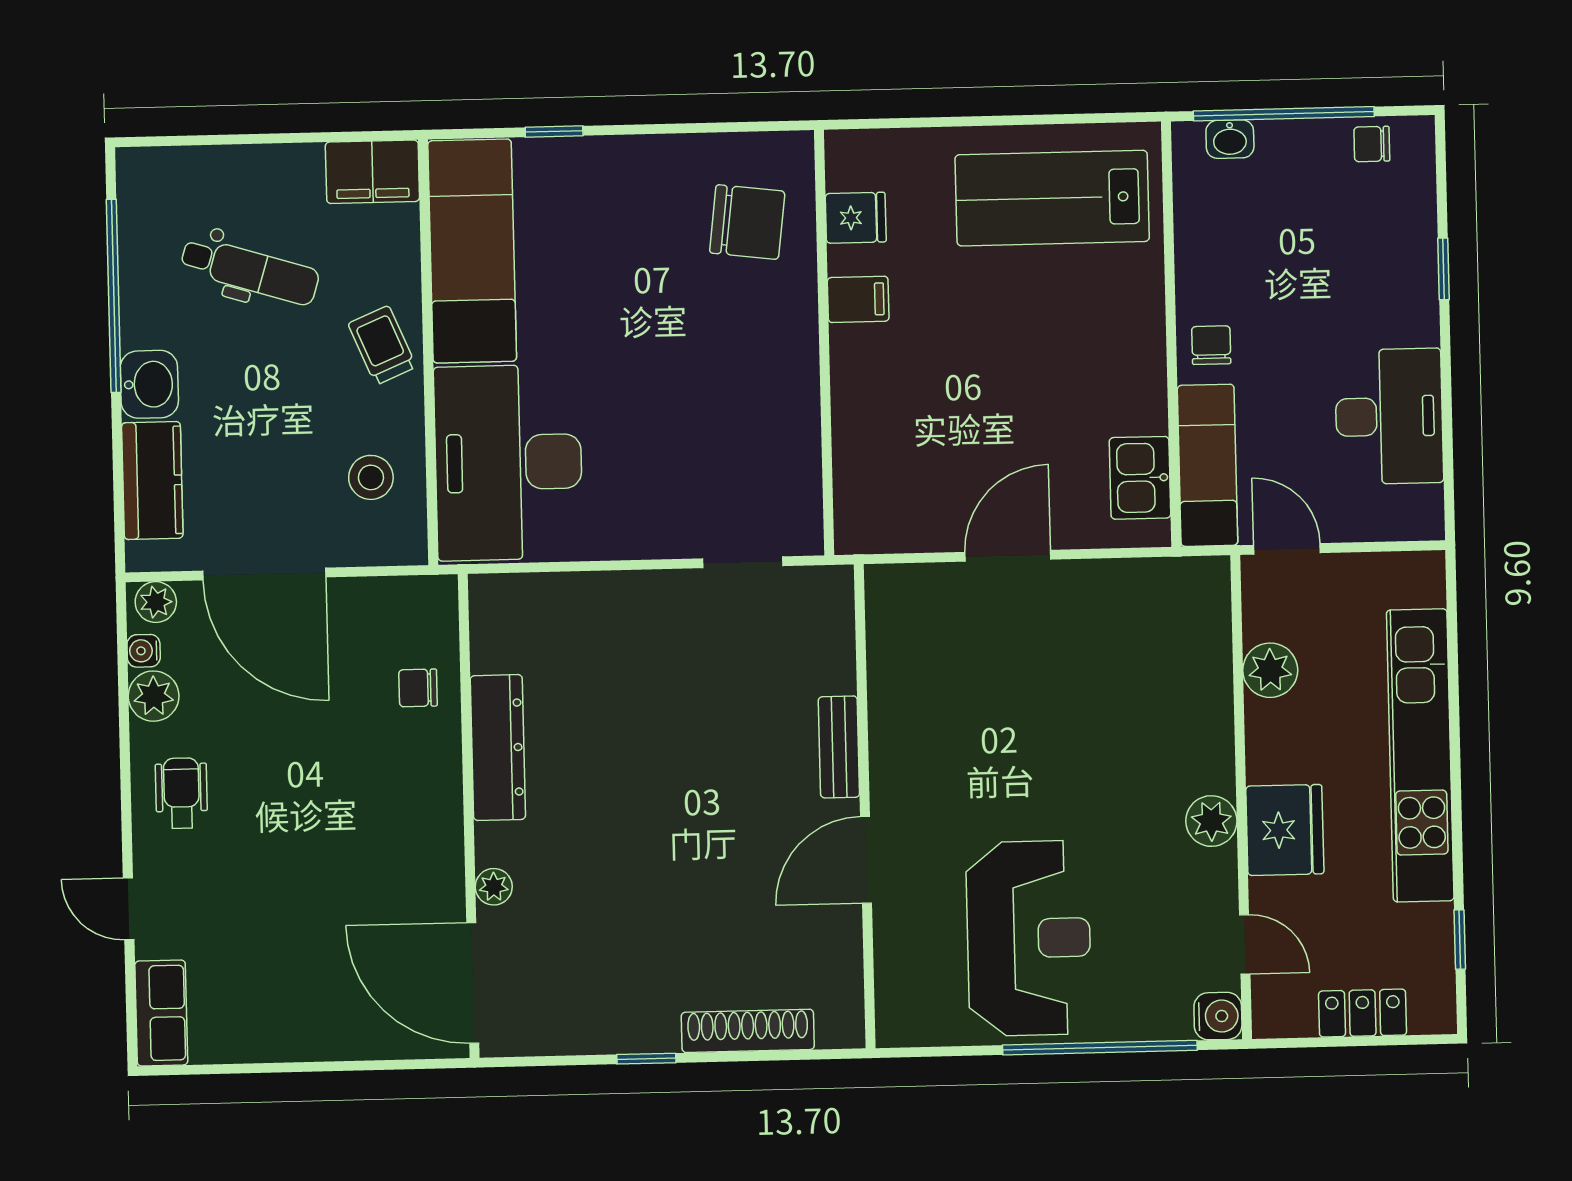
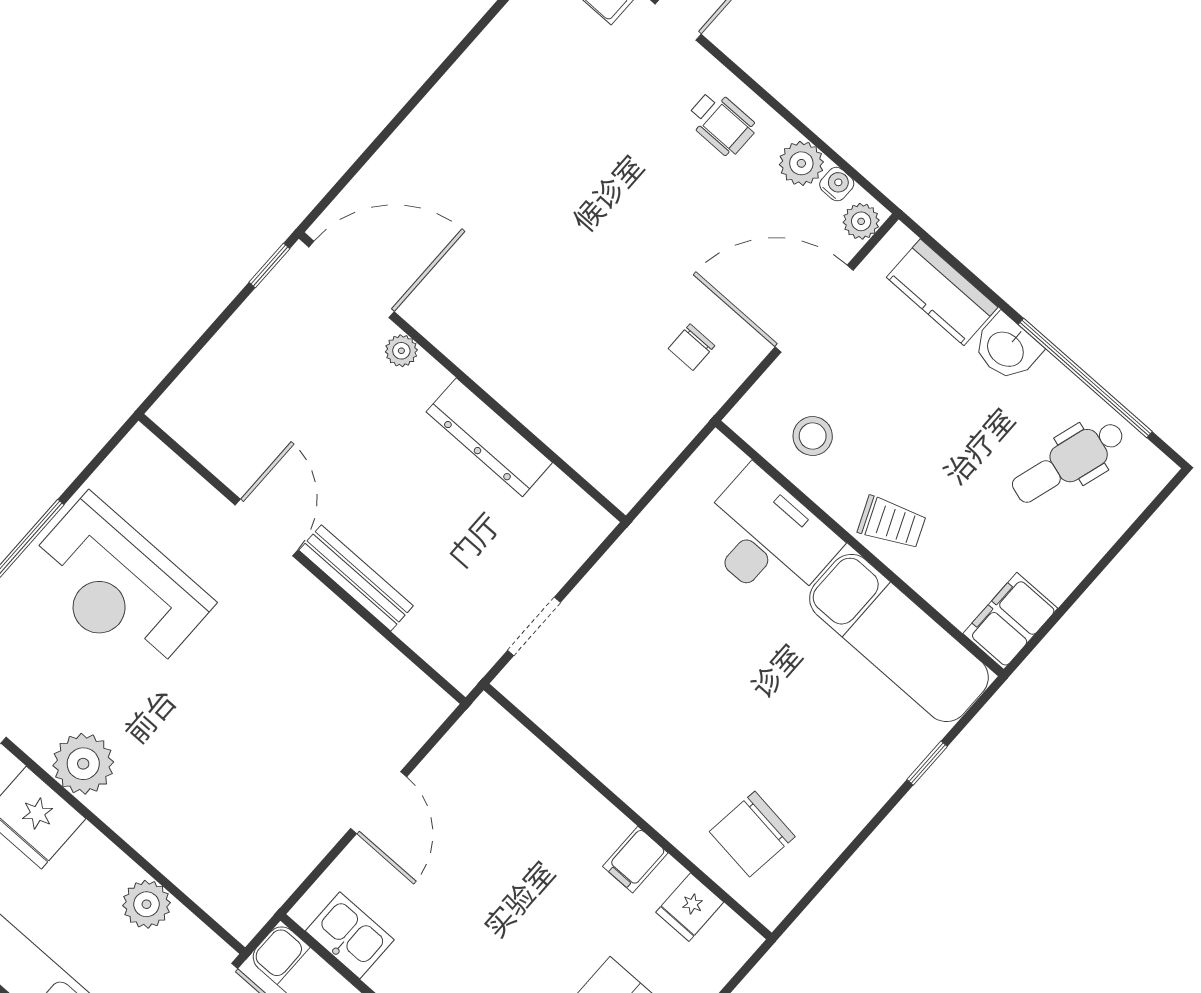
dental chair: (250, 271) -> (1068, 462), moved
desk: (508, 462) -> (767, 538), width x0.73, depth x0.77
chair: (418, 688) -> (691, 347), moved, turned 180
bench: (839, 747) -> (356, 578), width x1.36
dresser: (498, 748) -> (489, 437), moved
wall: (469, 816) -> (462, 377), moved
plant: (1211, 821) -> (83, 764), width x1.36, depth x1.36
plant: (494, 887) -> (401, 351), moved
door: (473, 983) -> (351, 279), moved
shoe rack: (748, 1031) -> (226, 348), removed

